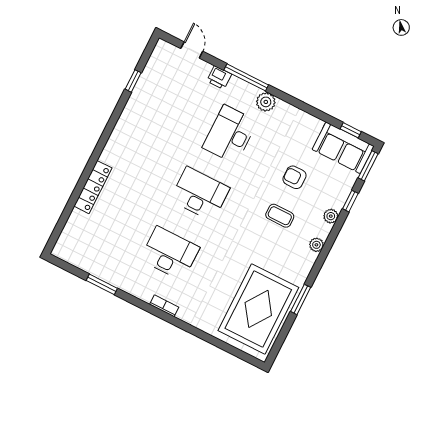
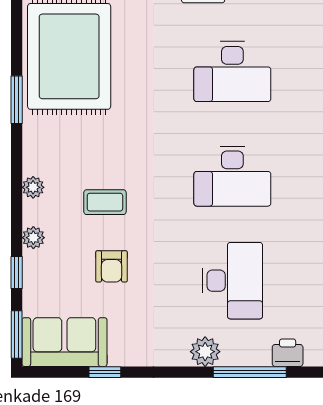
window: (351, 130) -> (105, 372), moved
armchair: (295, 177) -> (111, 266), turned 90

